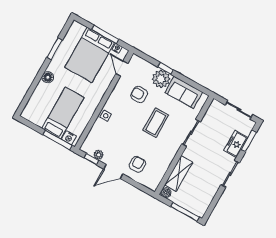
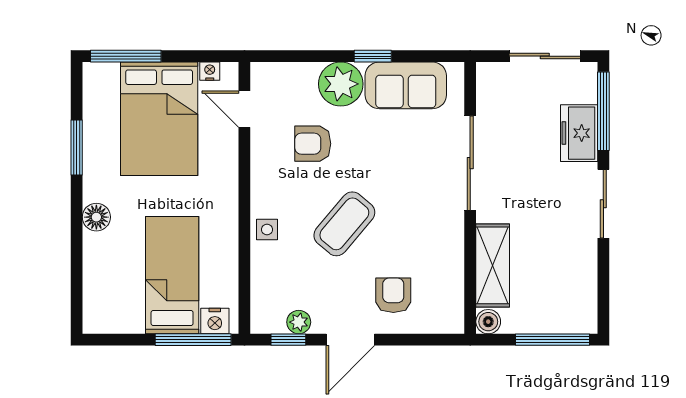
window: (105, 34) -> (126, 56), moved
window: (165, 68) -> (373, 56), moved
coffee table: (156, 123) -> (344, 224), moved, turned 40
sliding door: (191, 133) -> (470, 163), width x1.37
window: (249, 141) -> (603, 111), width x1.44

